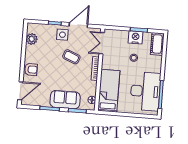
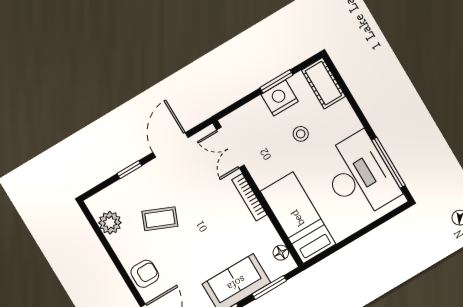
side table: (62, 35) -> (156, 180), removed
coffee table: (71, 57) -> (160, 219), moved

